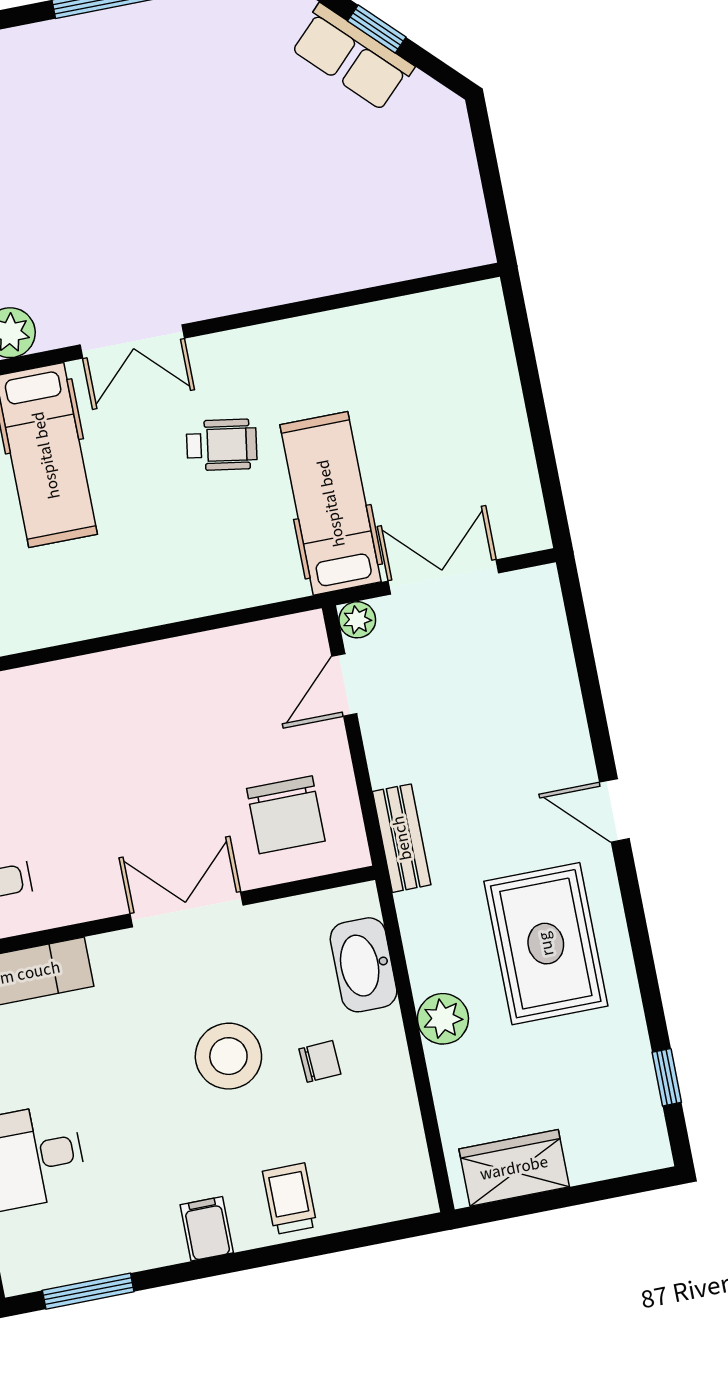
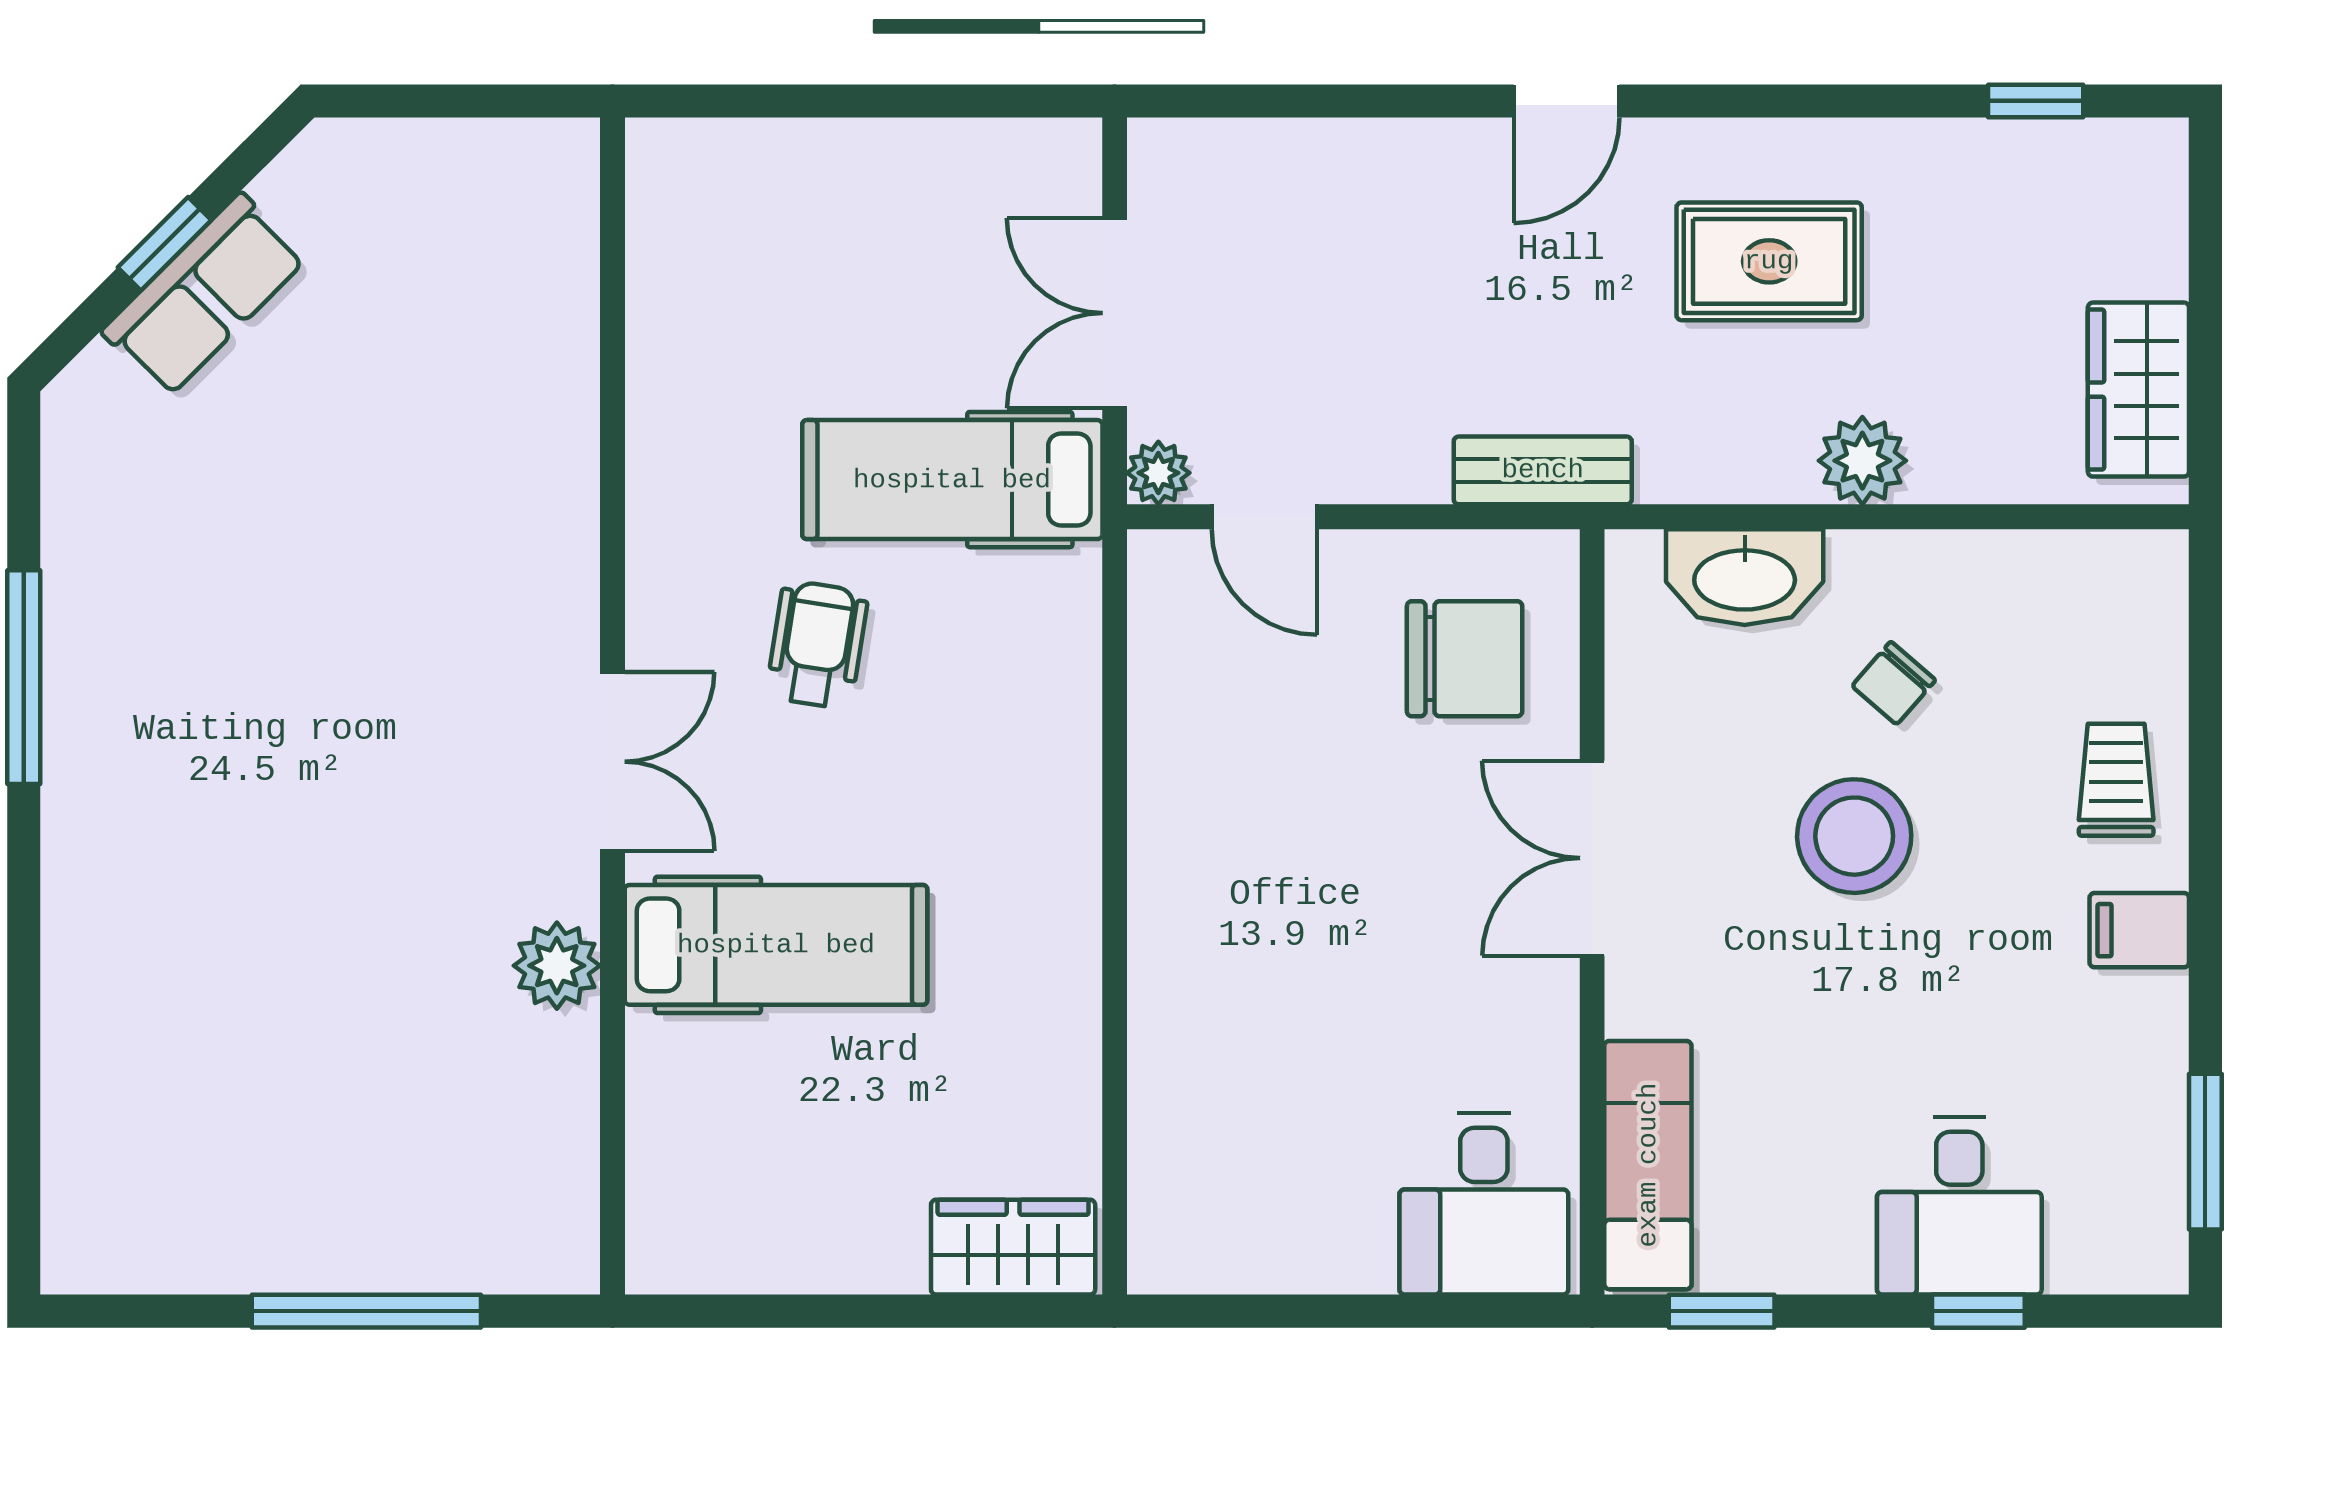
rug: (546, 944) -> (1769, 261), width x0.73, depth x0.70
chair: (320, 1061) -> (1894, 683), turned -136
trolley: (290, 1199) -> (2116, 780), turned 90

